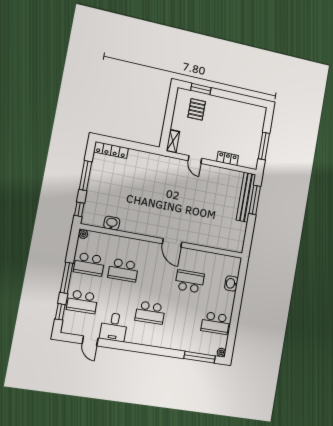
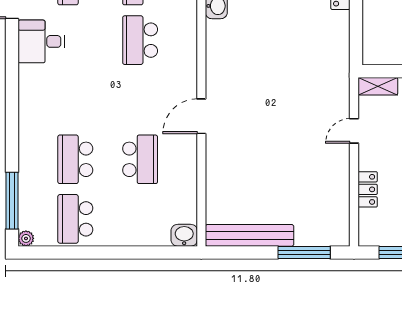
bench: (246, 197) -> (250, 235), moved
washbasin: (231, 283) -> (184, 235), moved
school desk: (150, 313) -> (75, 159), moved

